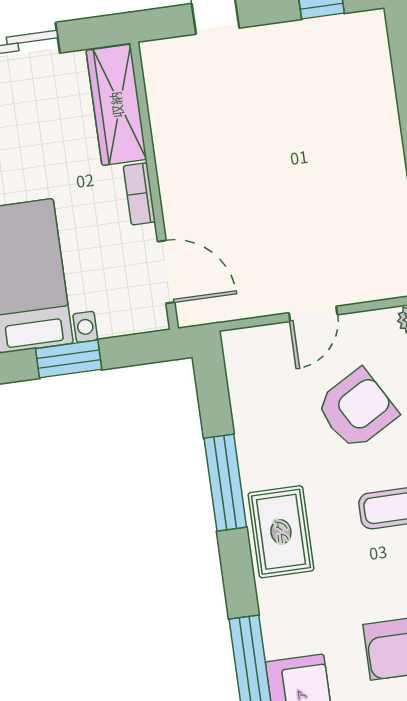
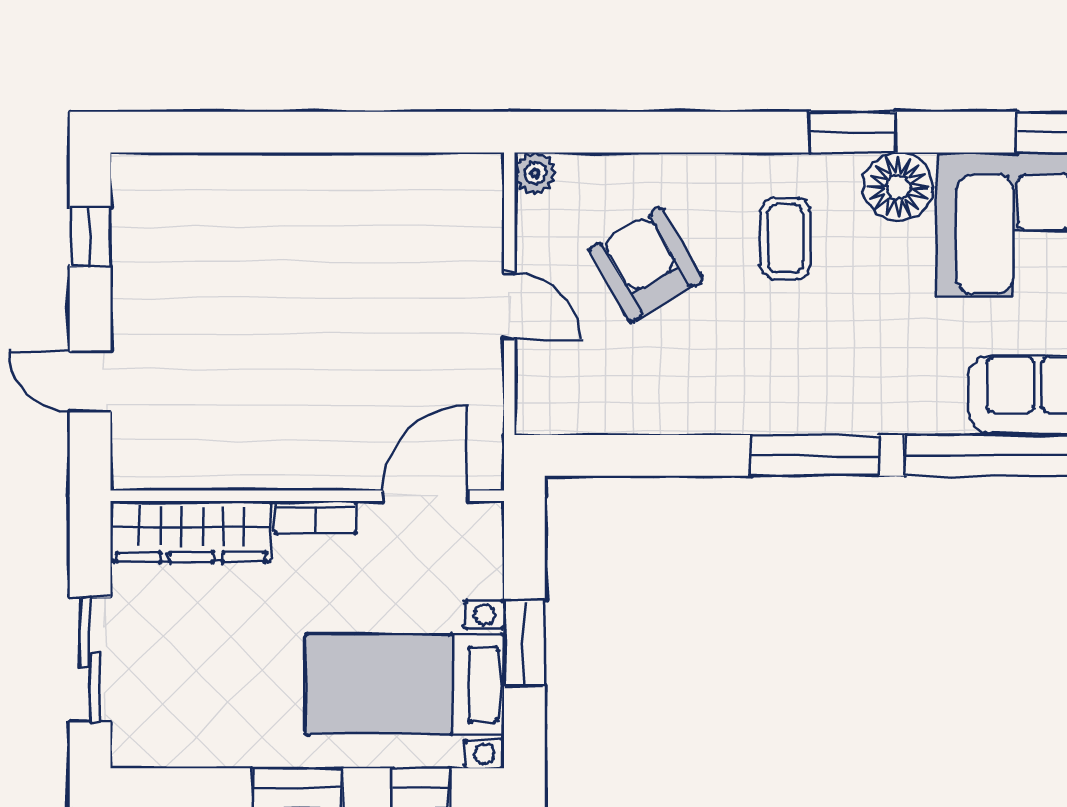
window: (225, 483) -> (815, 455), moved
rug: (281, 532) -> (797, 390), removed

